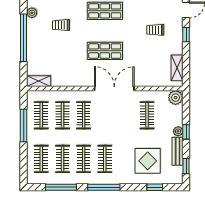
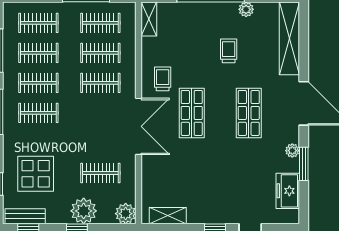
trolley: (155, 30) -> (163, 79), moved
plant: (178, 131) -> (84, 211), width x1.87, depth x1.87
bench: (178, 151) -> (25, 216), moved

